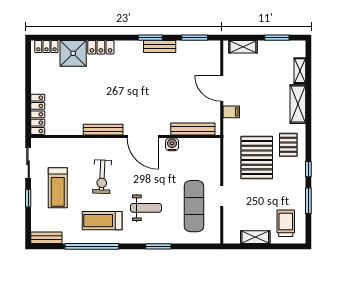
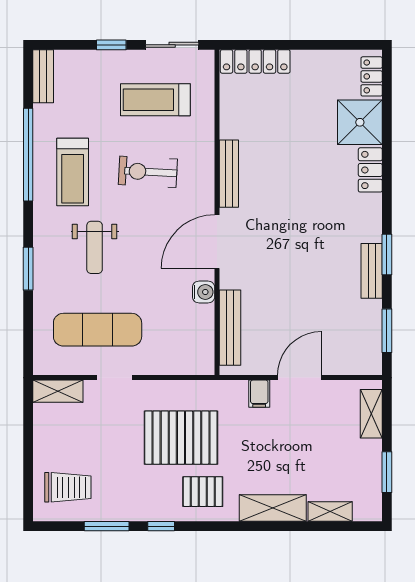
treadmill: (58, 188) -> (155, 100), moved
treadmill: (102, 221) -> (73, 172), turned 180
shelving: (255, 237) -> (58, 391), moved, turned 90

